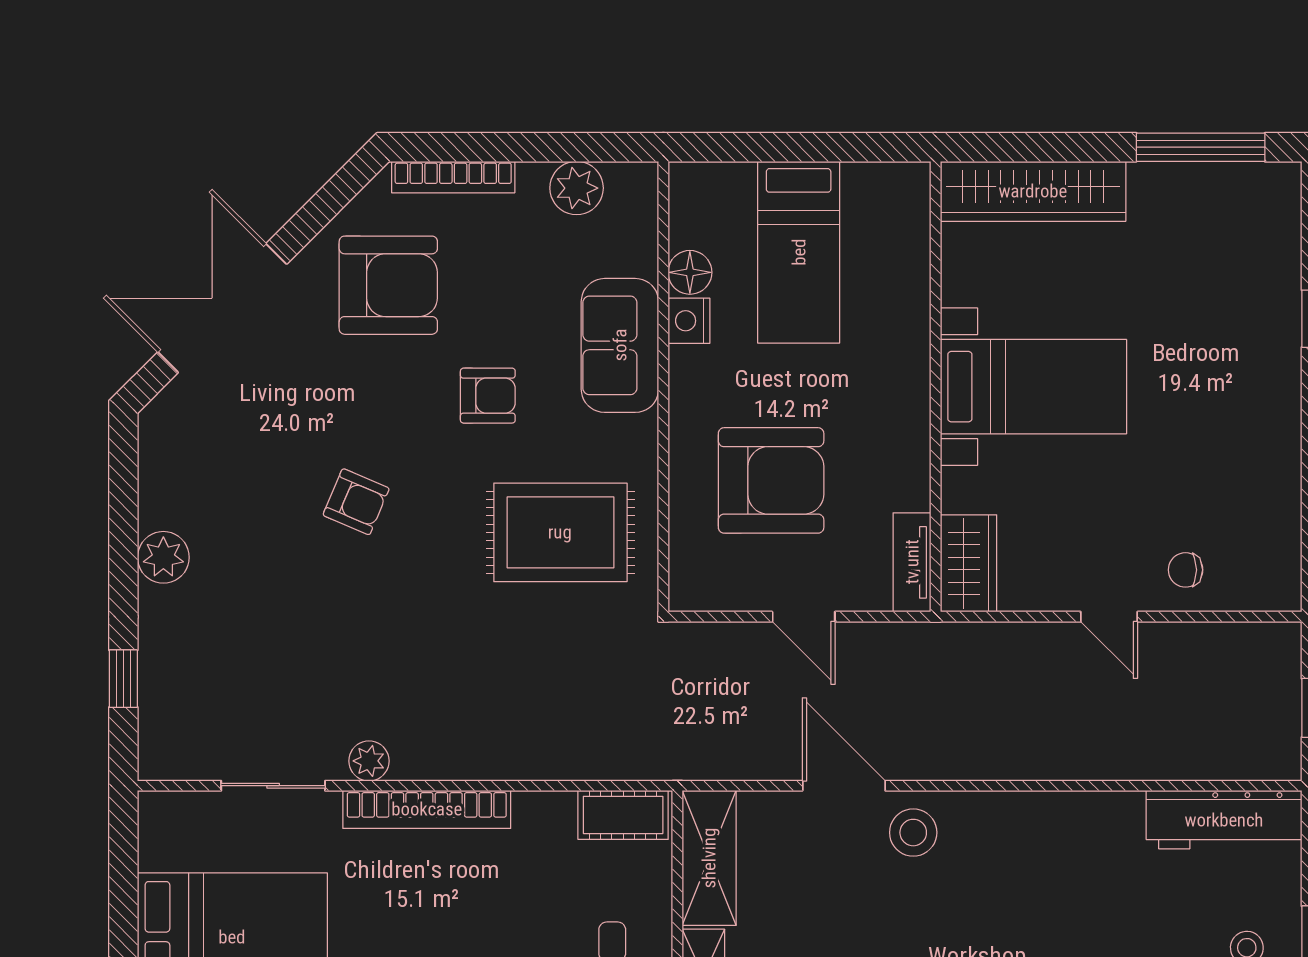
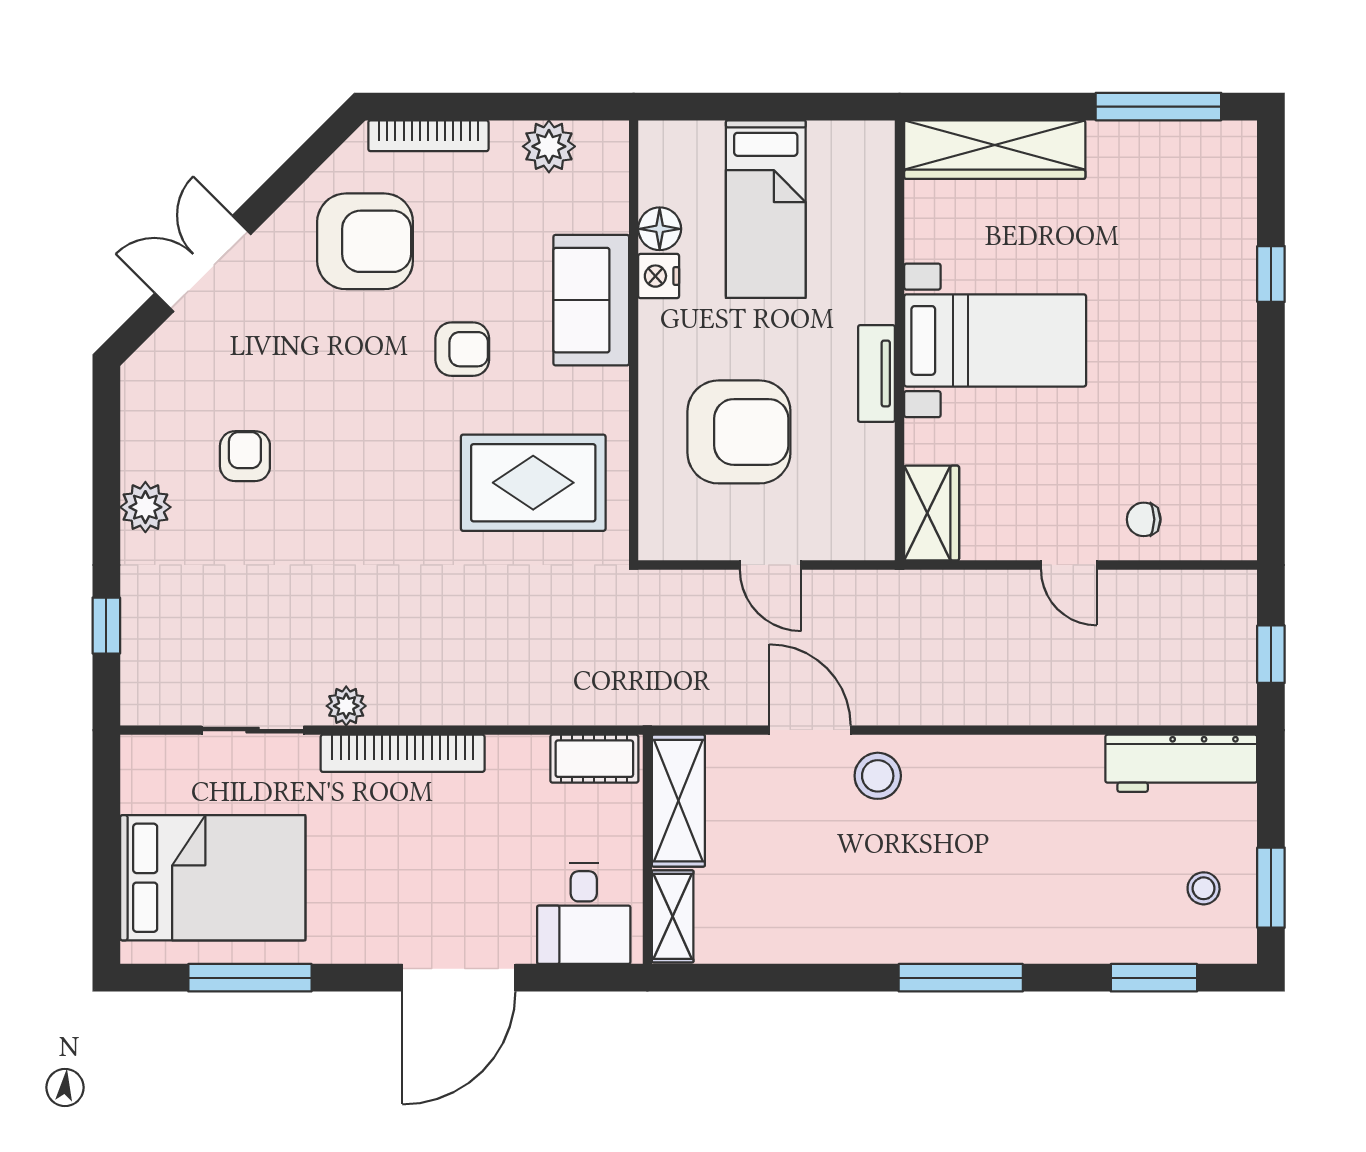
double door: (222, 308) -> (203, 264), width x0.73
armchair: (356, 502) -> (245, 456), moved, turned -113
tv unit: (912, 562) -> (877, 374), moved

